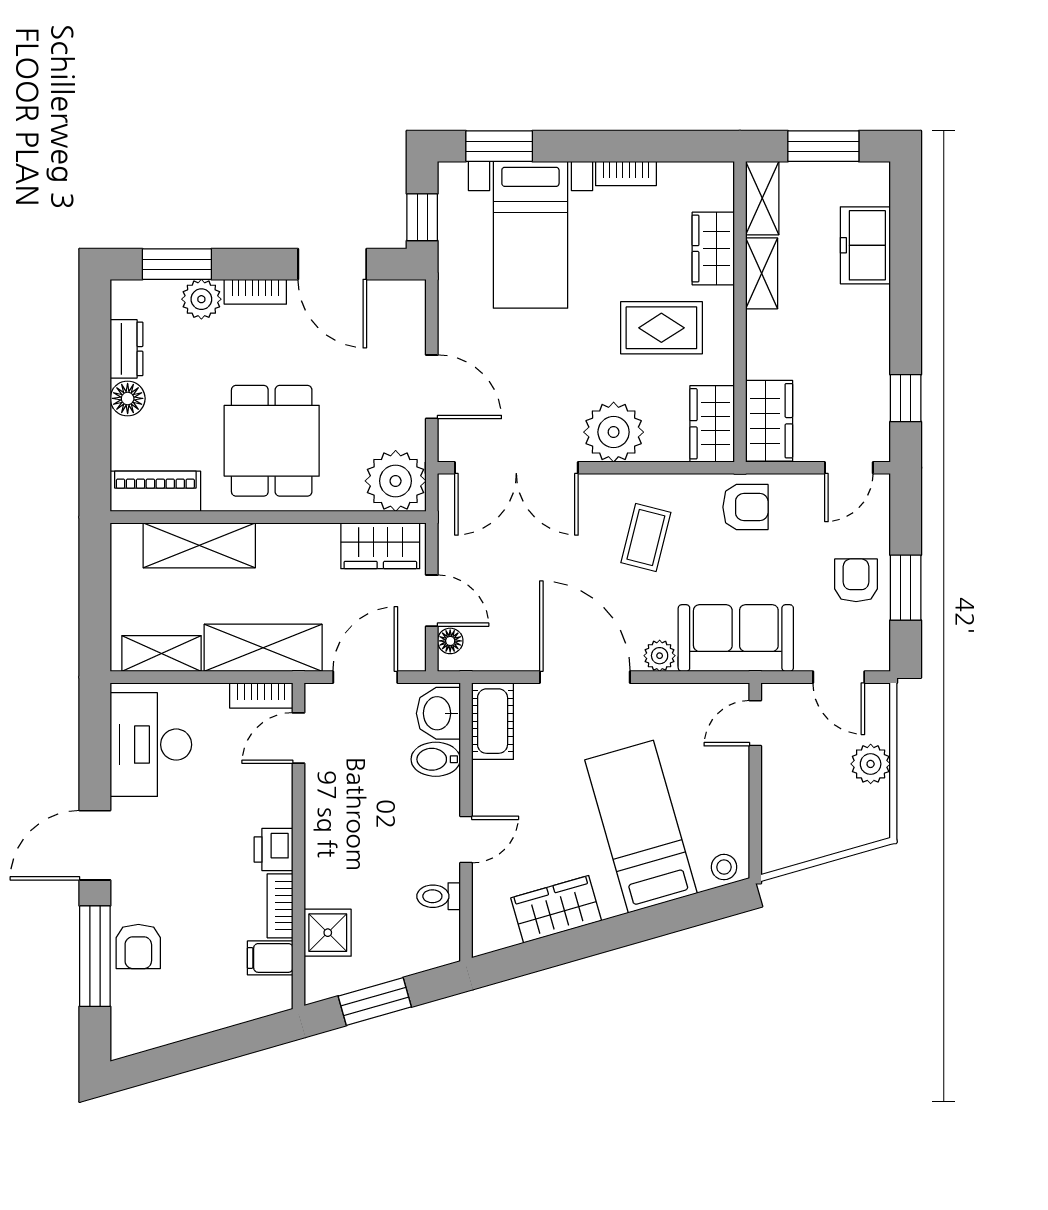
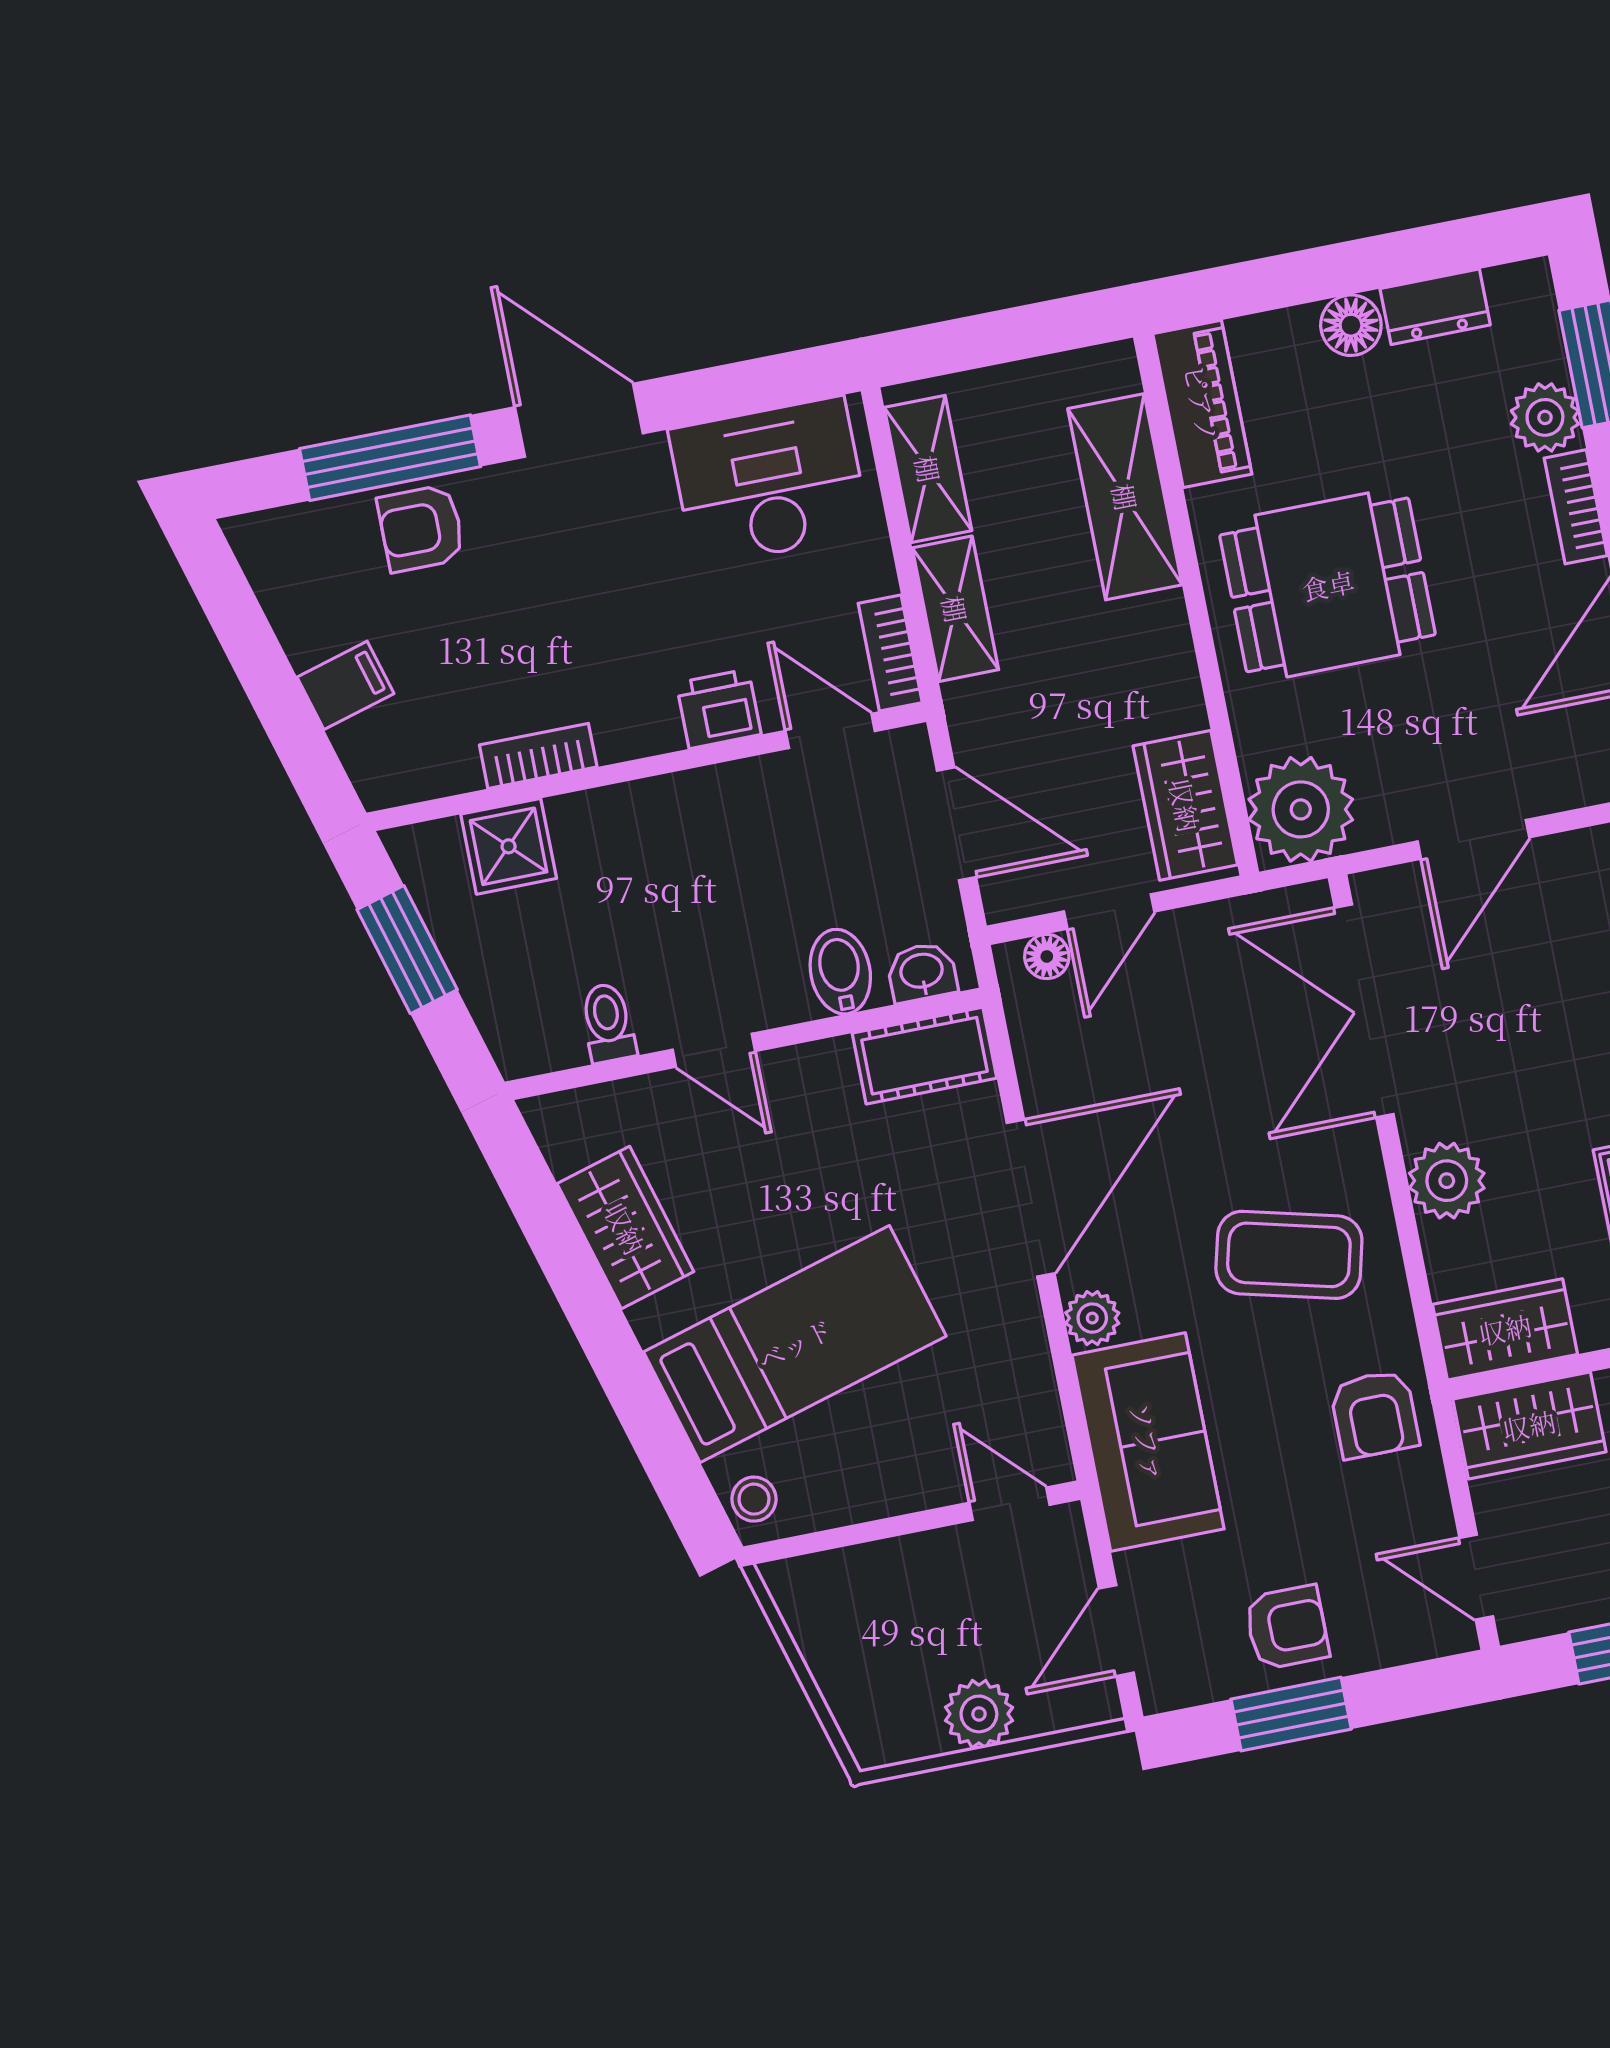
plant: (614, 432) -> (1447, 1181), width x0.73, depth x0.73
coffee table: (646, 538) -> (1289, 1255), width x1.36, depth x1.30
shelving: (263, 648) -> (955, 609), width x0.67, depth x0.75
washbasin: (438, 713) -> (922, 972), width x0.72, depth x0.69
printer: (274, 850) -> (719, 709), moved
filing cabinet: (270, 958) -> (345, 685), moved, turned 74

